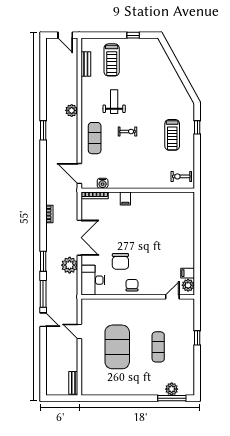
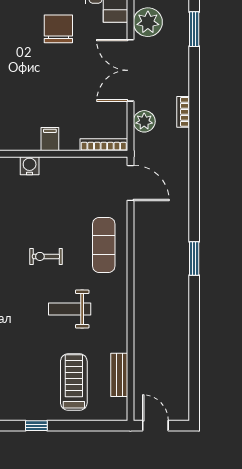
weight bench: (114, 102) -> (70, 309), turned 90
plant: (72, 110) -> (144, 121), moved
water cooler: (103, 183) -> (30, 166), moved

